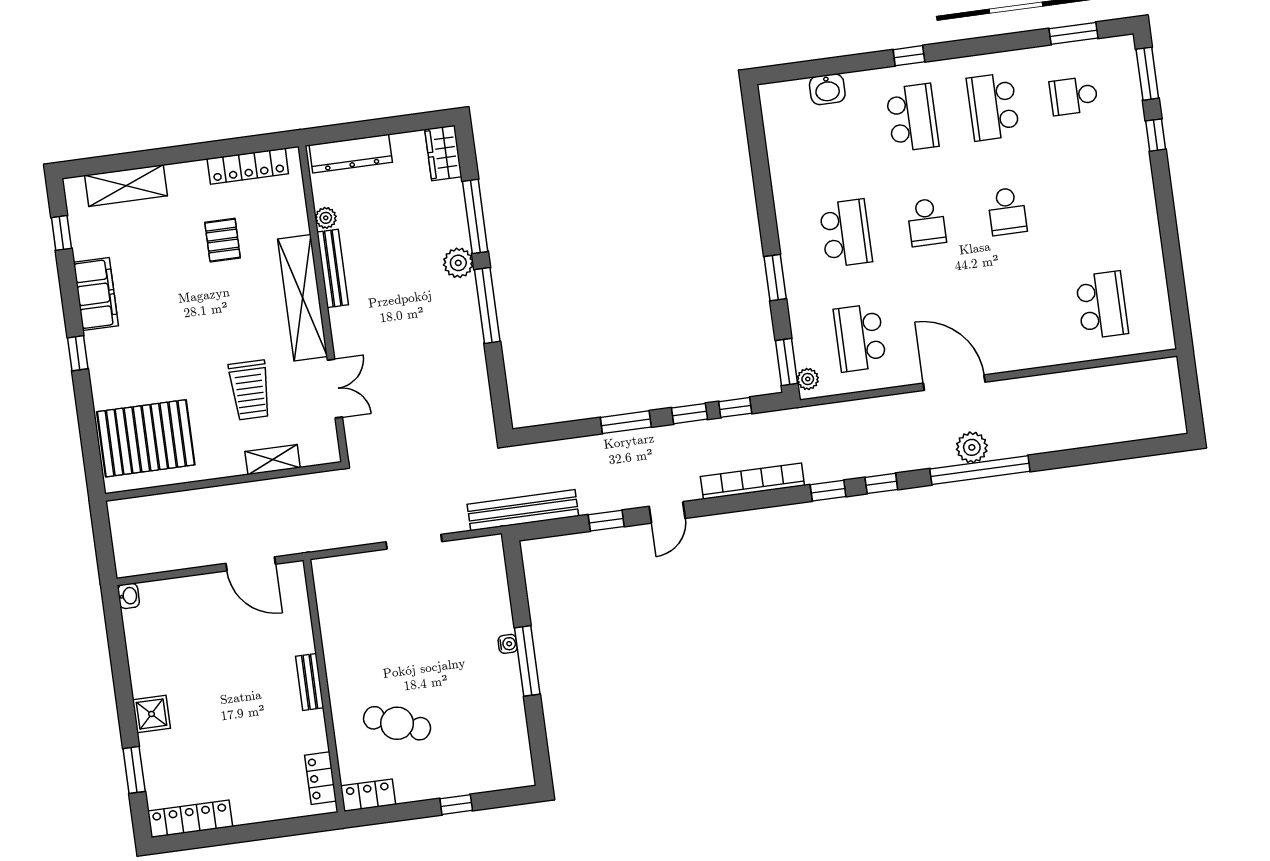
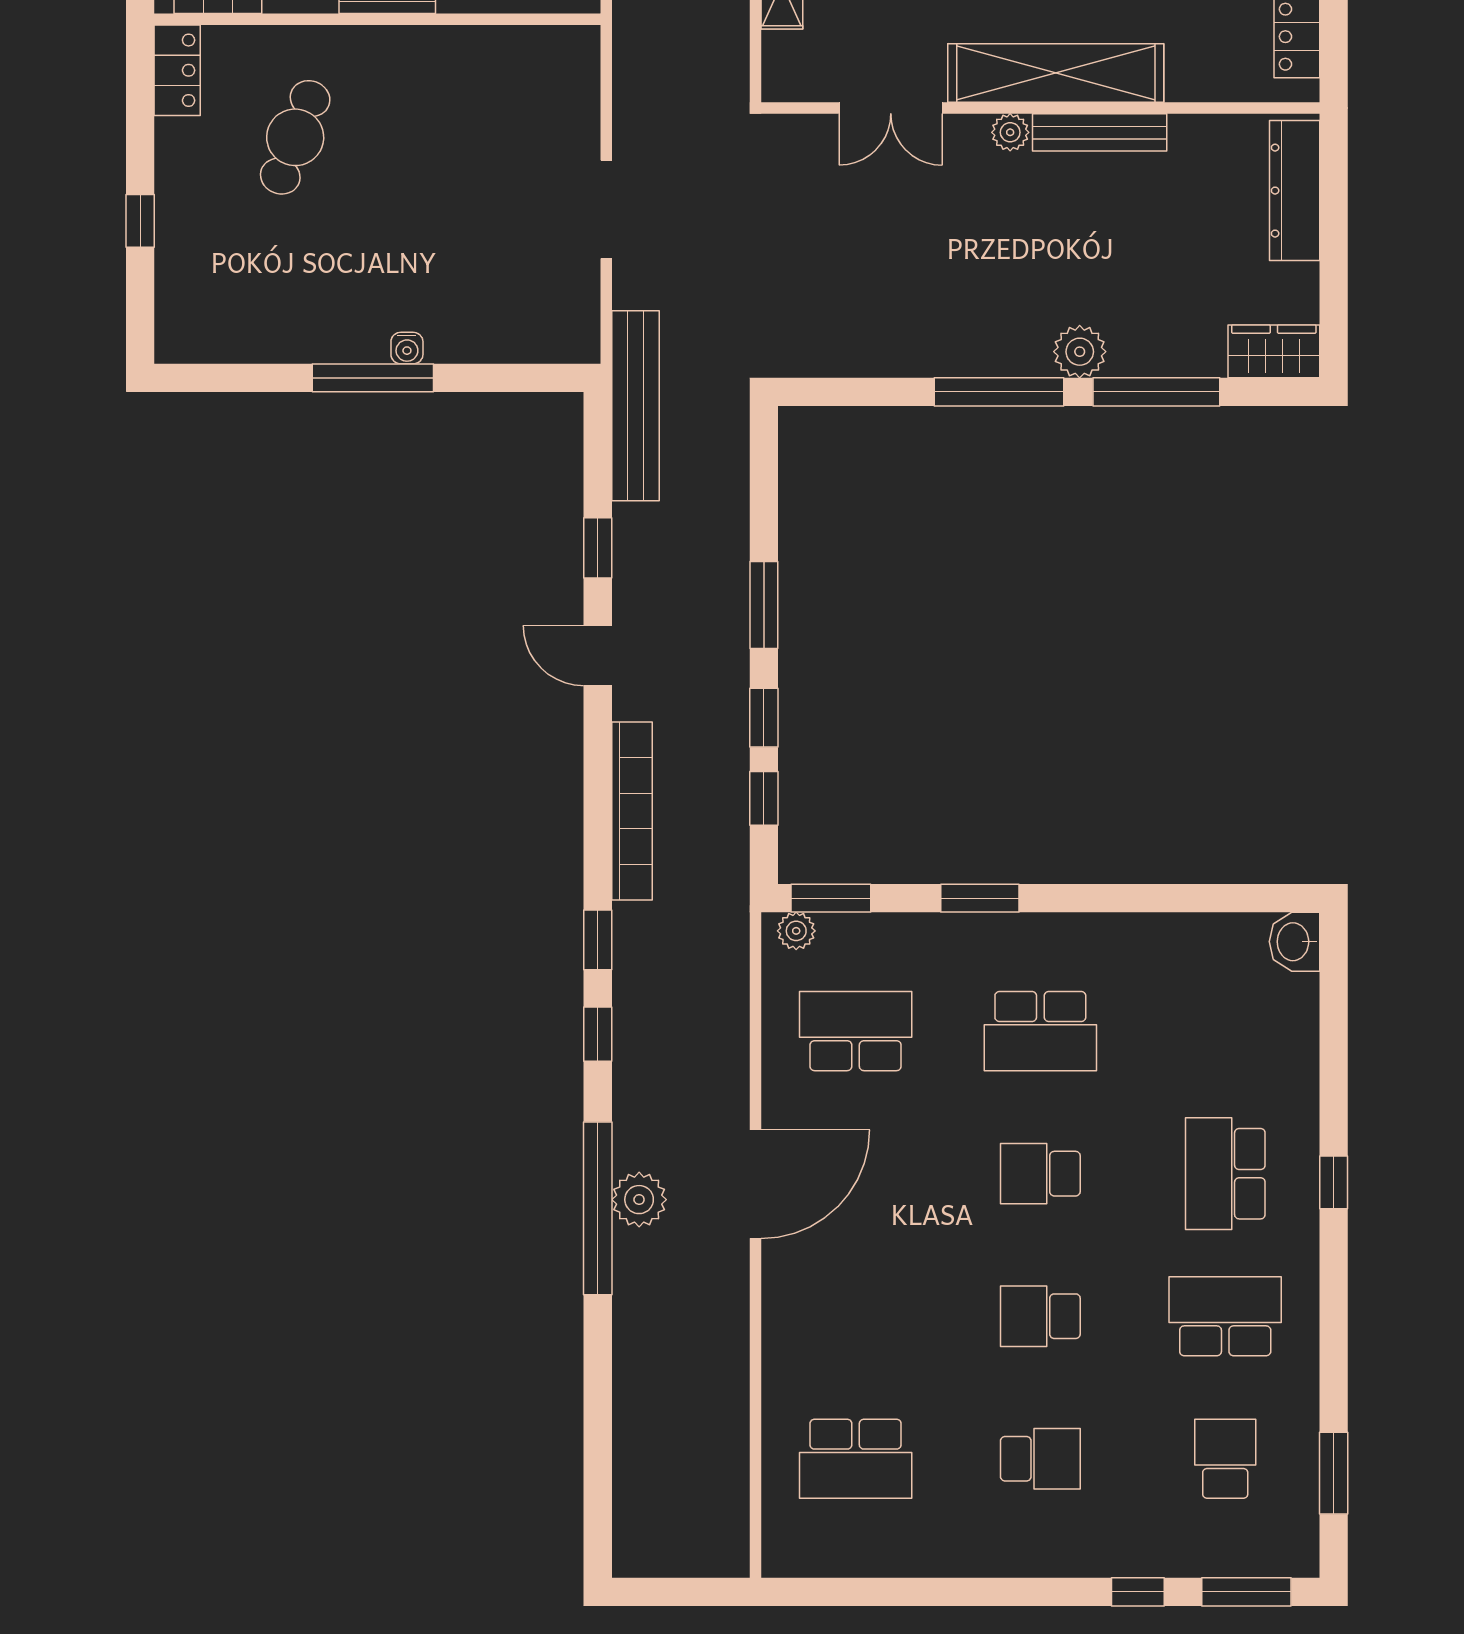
washbasin: (827, 89) -> (1294, 942), moved
school desk: (912, 118) -> (1225, 1174), turned 90
school desk: (1088, 200) -> (1040, 1459), added
plant: (326, 218) -> (1010, 132), moved

